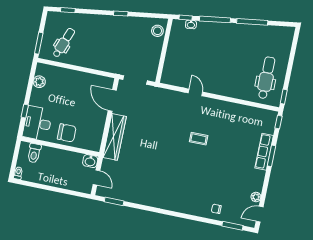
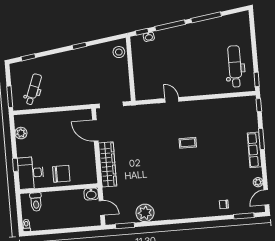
row of seats: (264, 152) -> (254, 150), moved
plant: (137, 195) -> (145, 213), added

